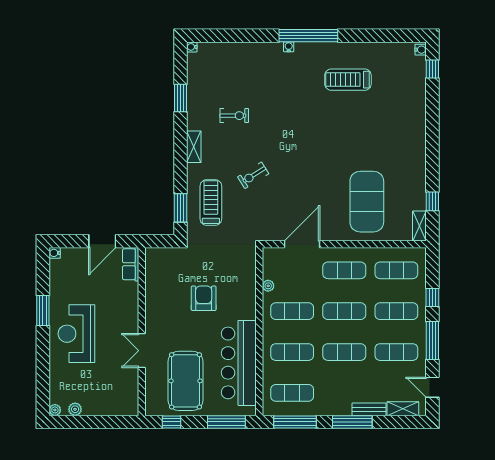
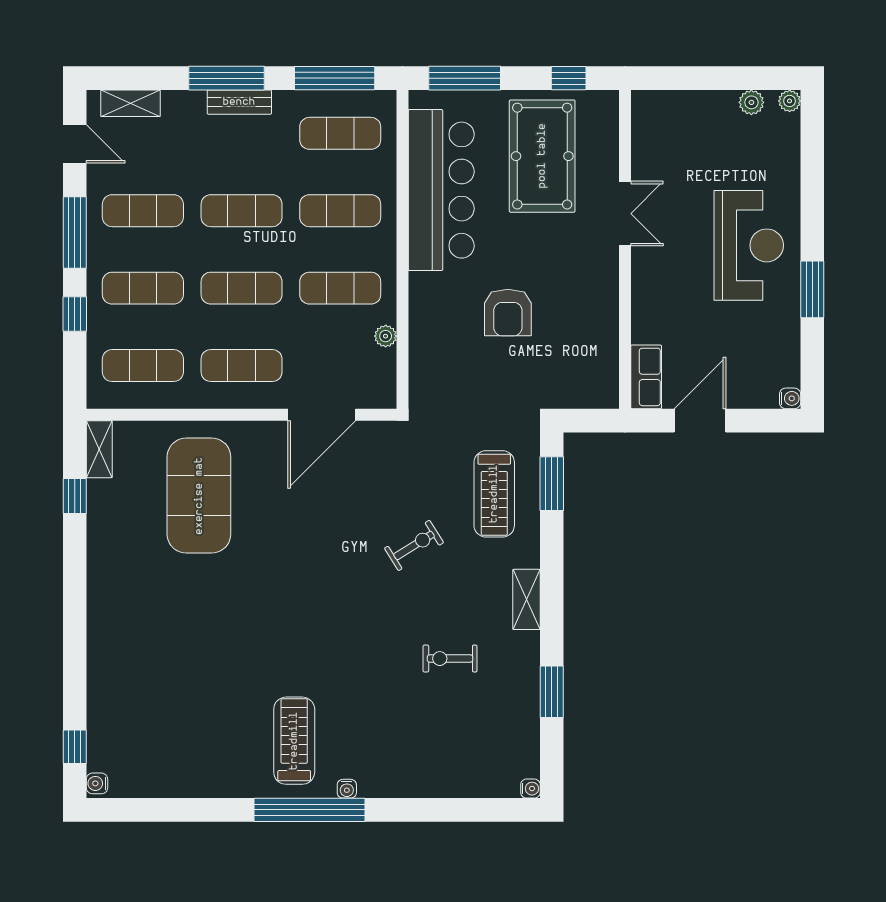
treadmill: (348, 80) -> (294, 741), moved, turned -90
bench: (369, 409) -> (239, 102), moved

